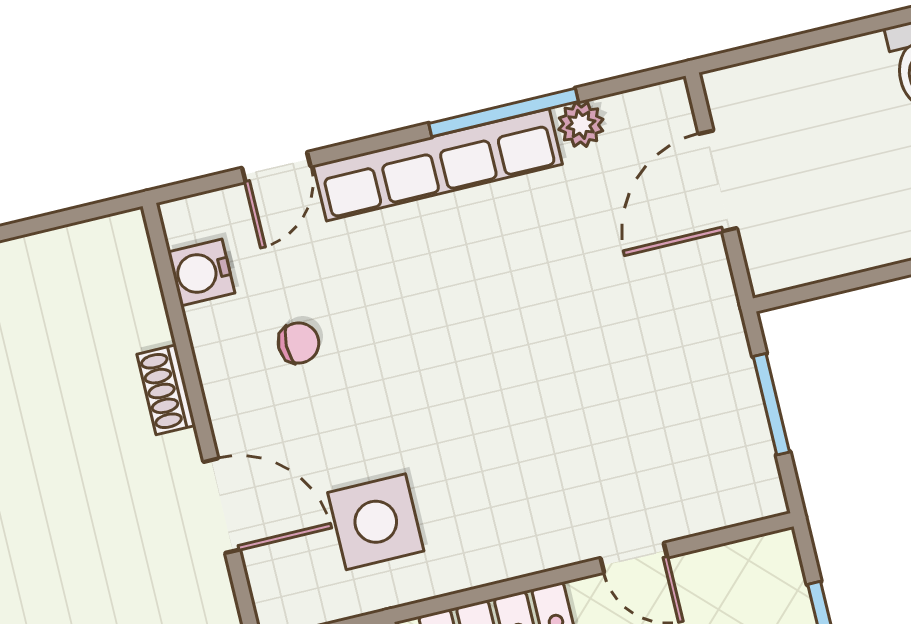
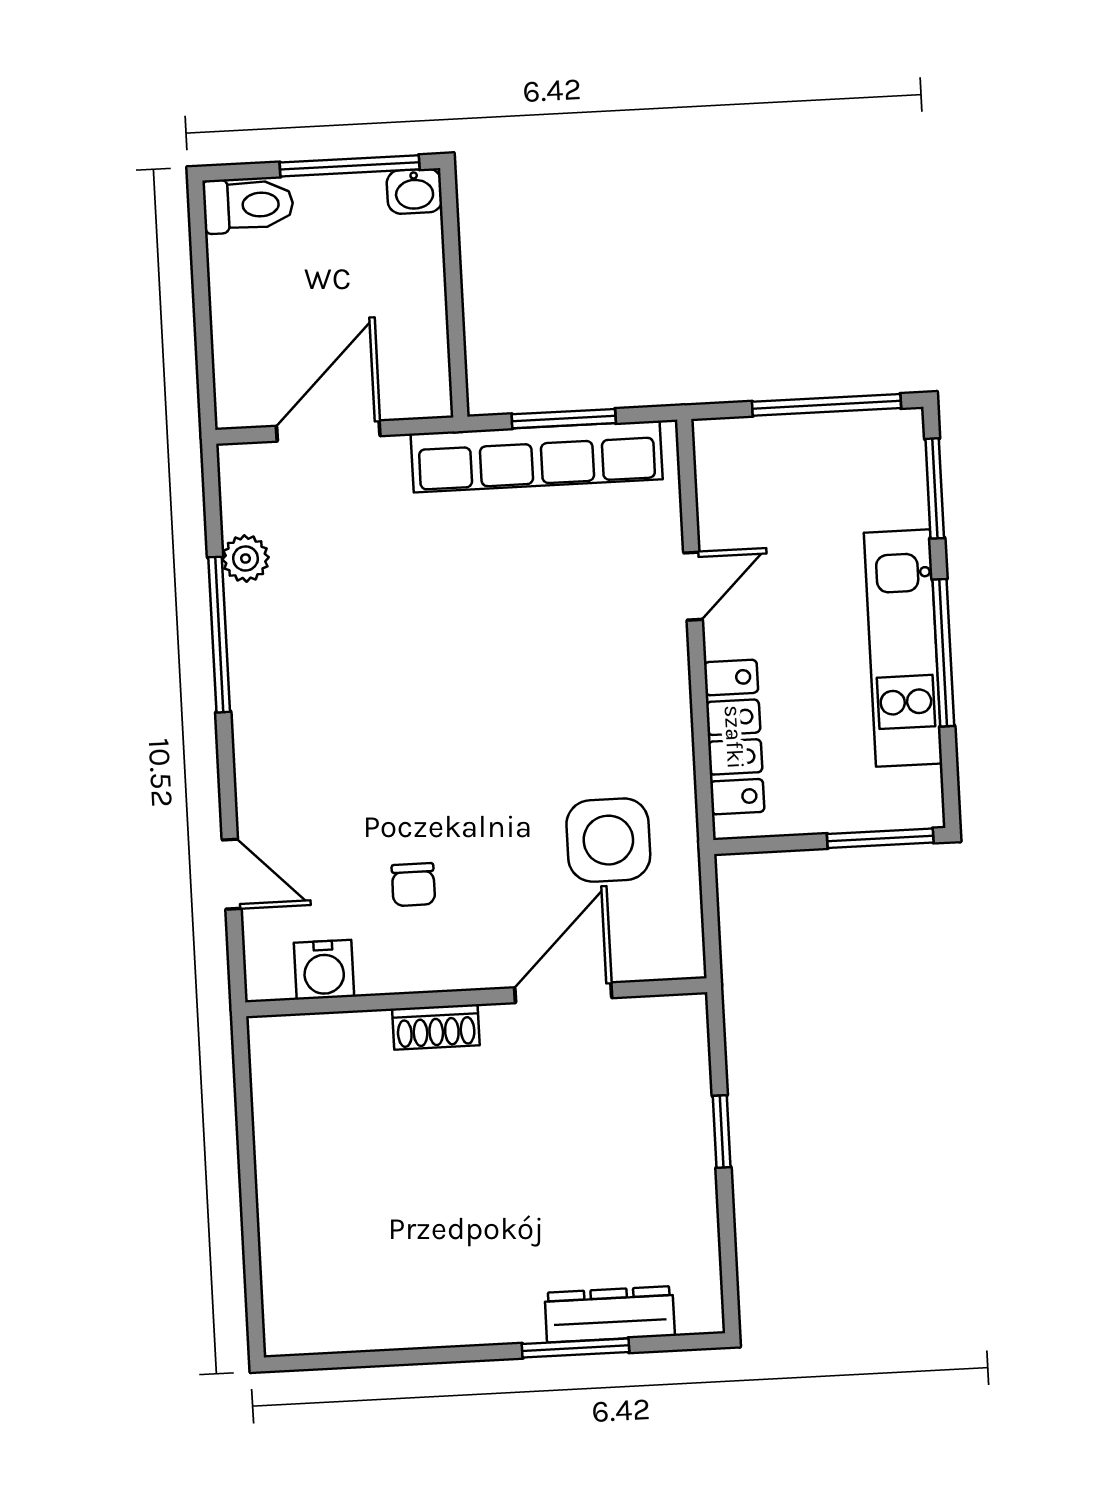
row of seats: (438, 165) -> (537, 457), moved, turned 90
door: (718, 181) -> (328, 431), swing flipped
chair: (299, 343) -> (413, 885), turned 180

